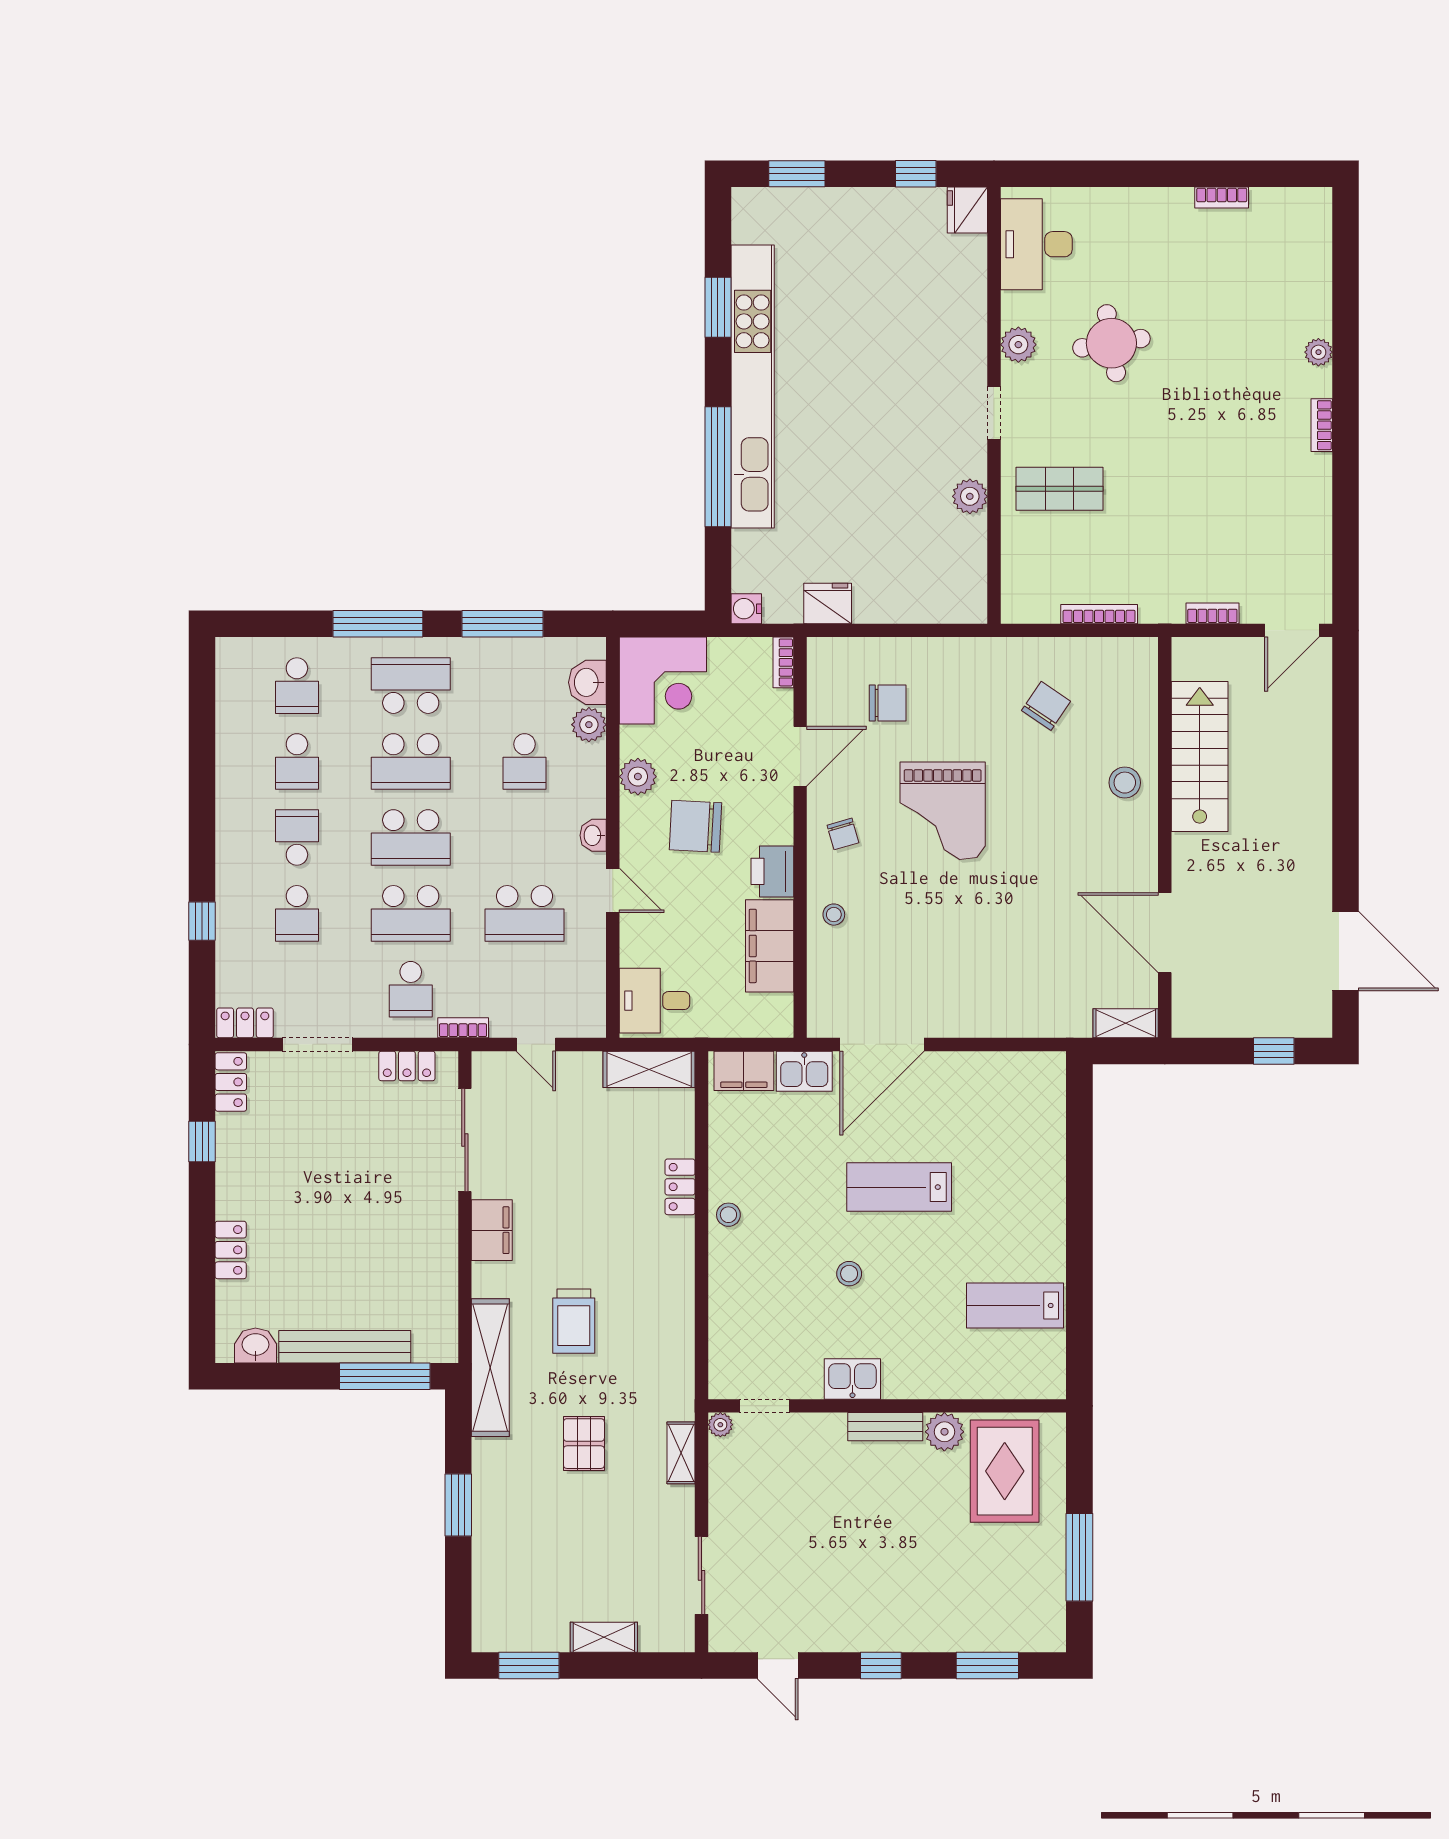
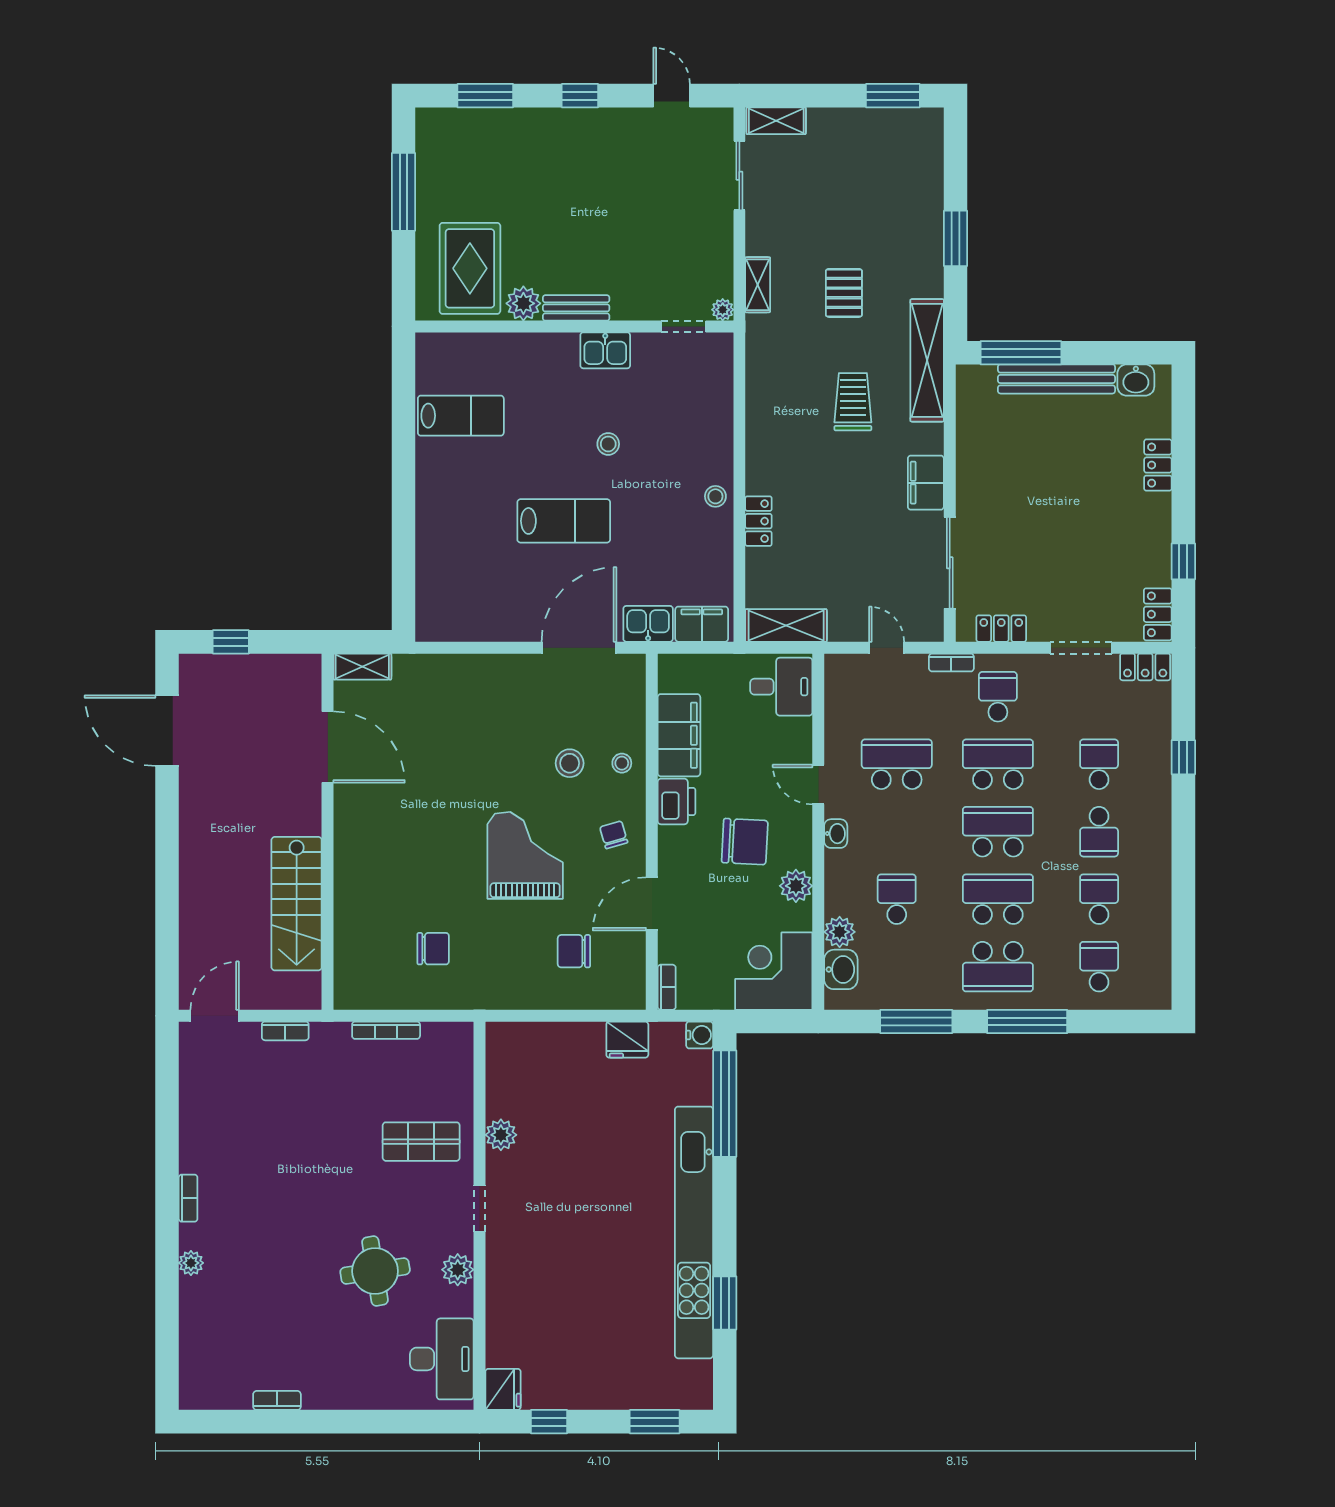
window: (718, 467) -> (725, 1104), moved
chair: (1046, 706) -> (433, 949), turned -124
stool: (1125, 783) -> (570, 763), moved
shelving: (604, 1637) -> (776, 121), moved

